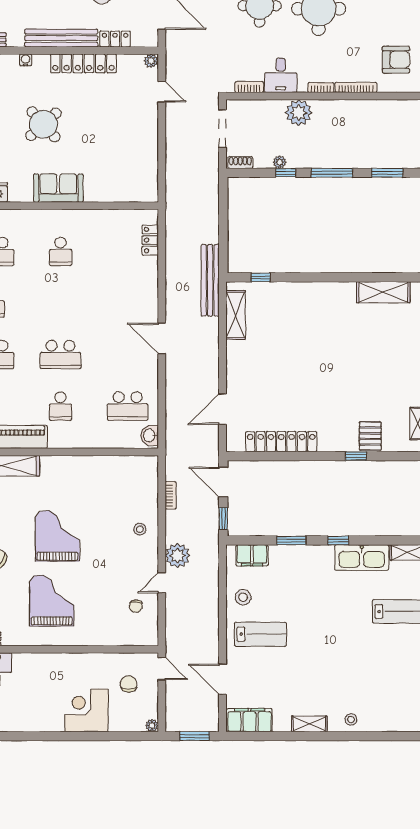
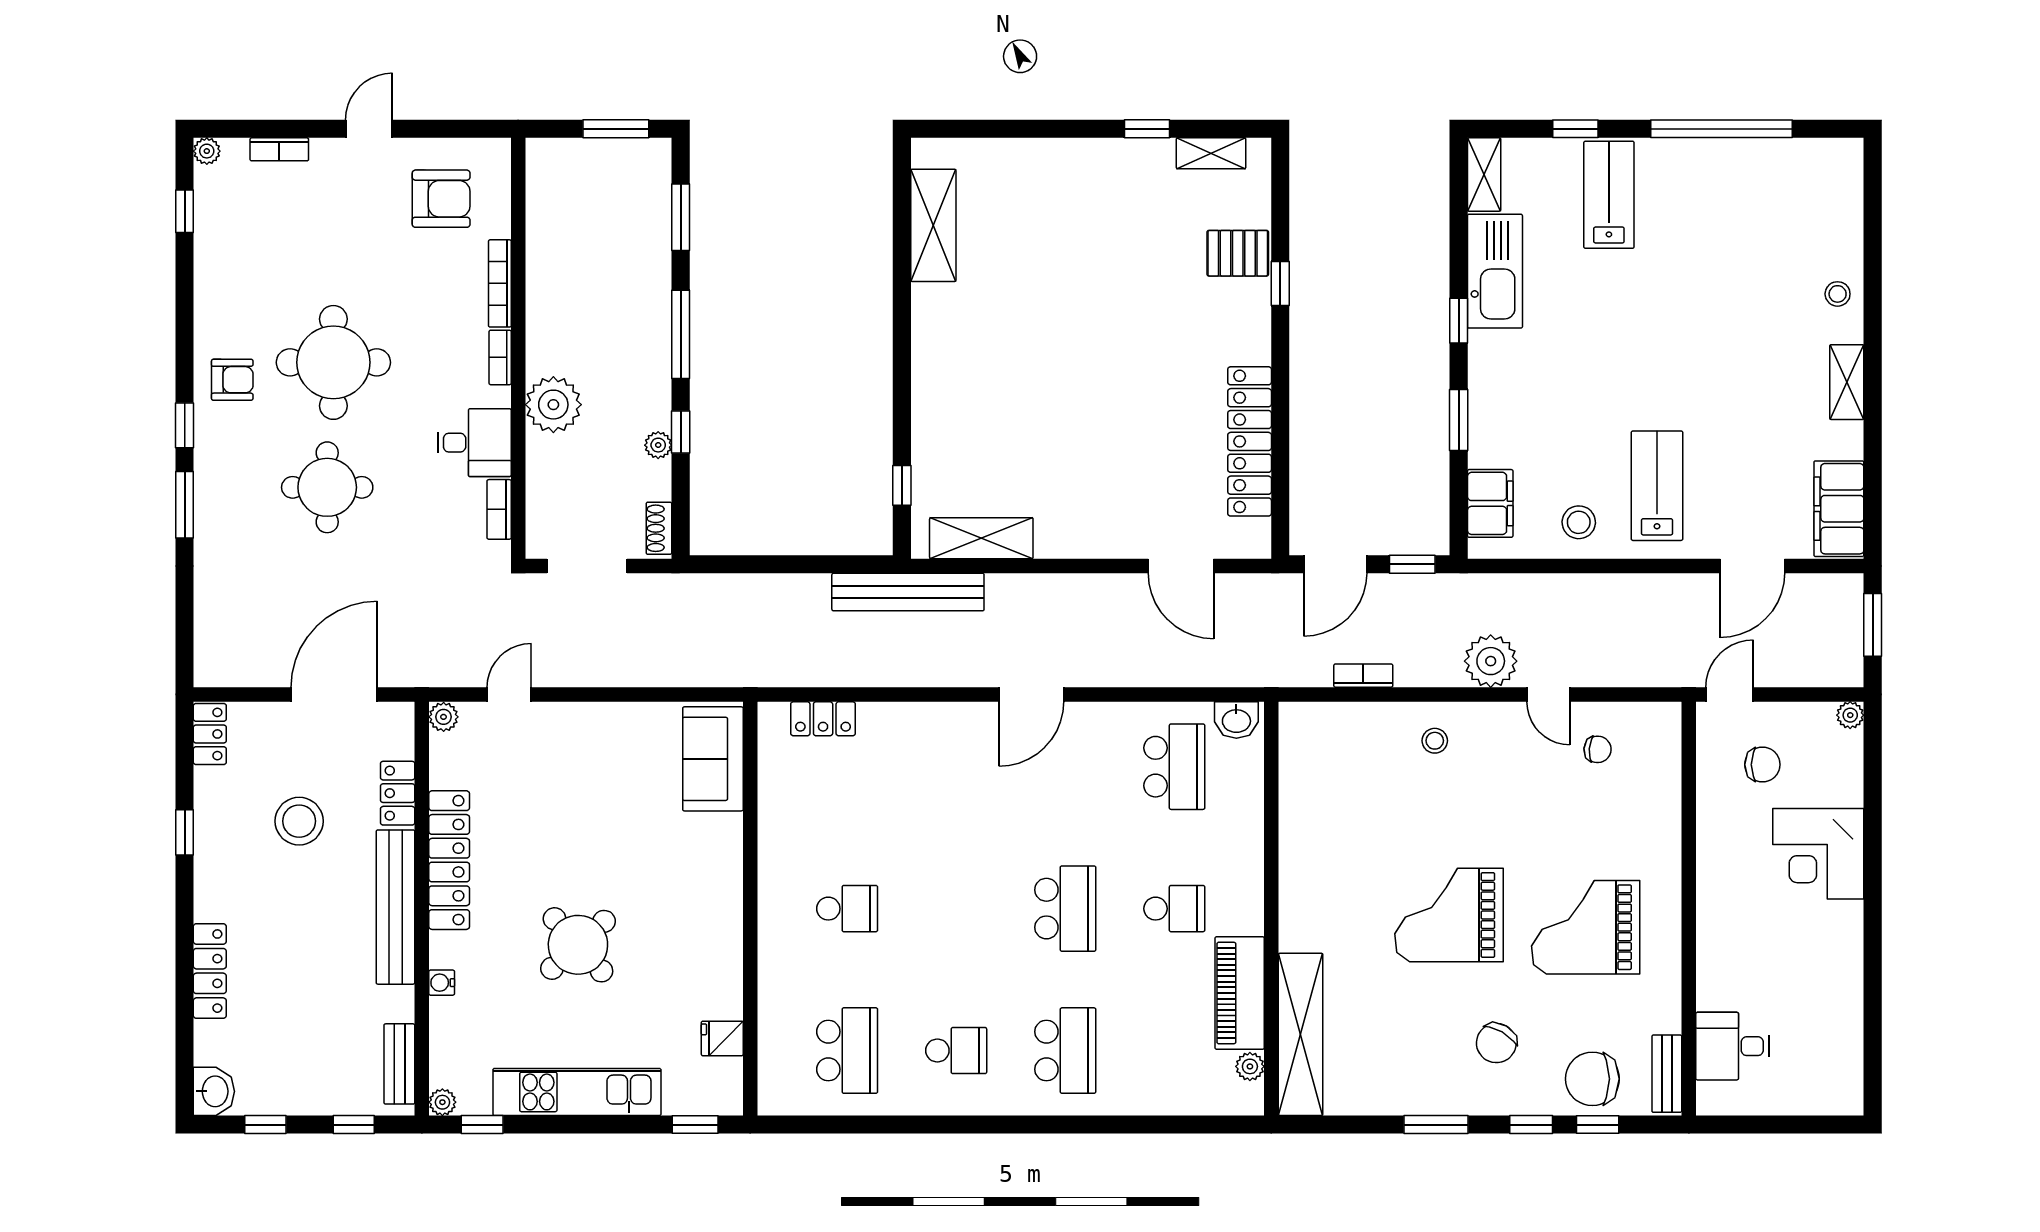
armchair: (396, 60) -> (441, 199), turned 90
sofa: (58, 188) -> (713, 759), moved
chair: (129, 684) -> (1762, 765), turned 180

